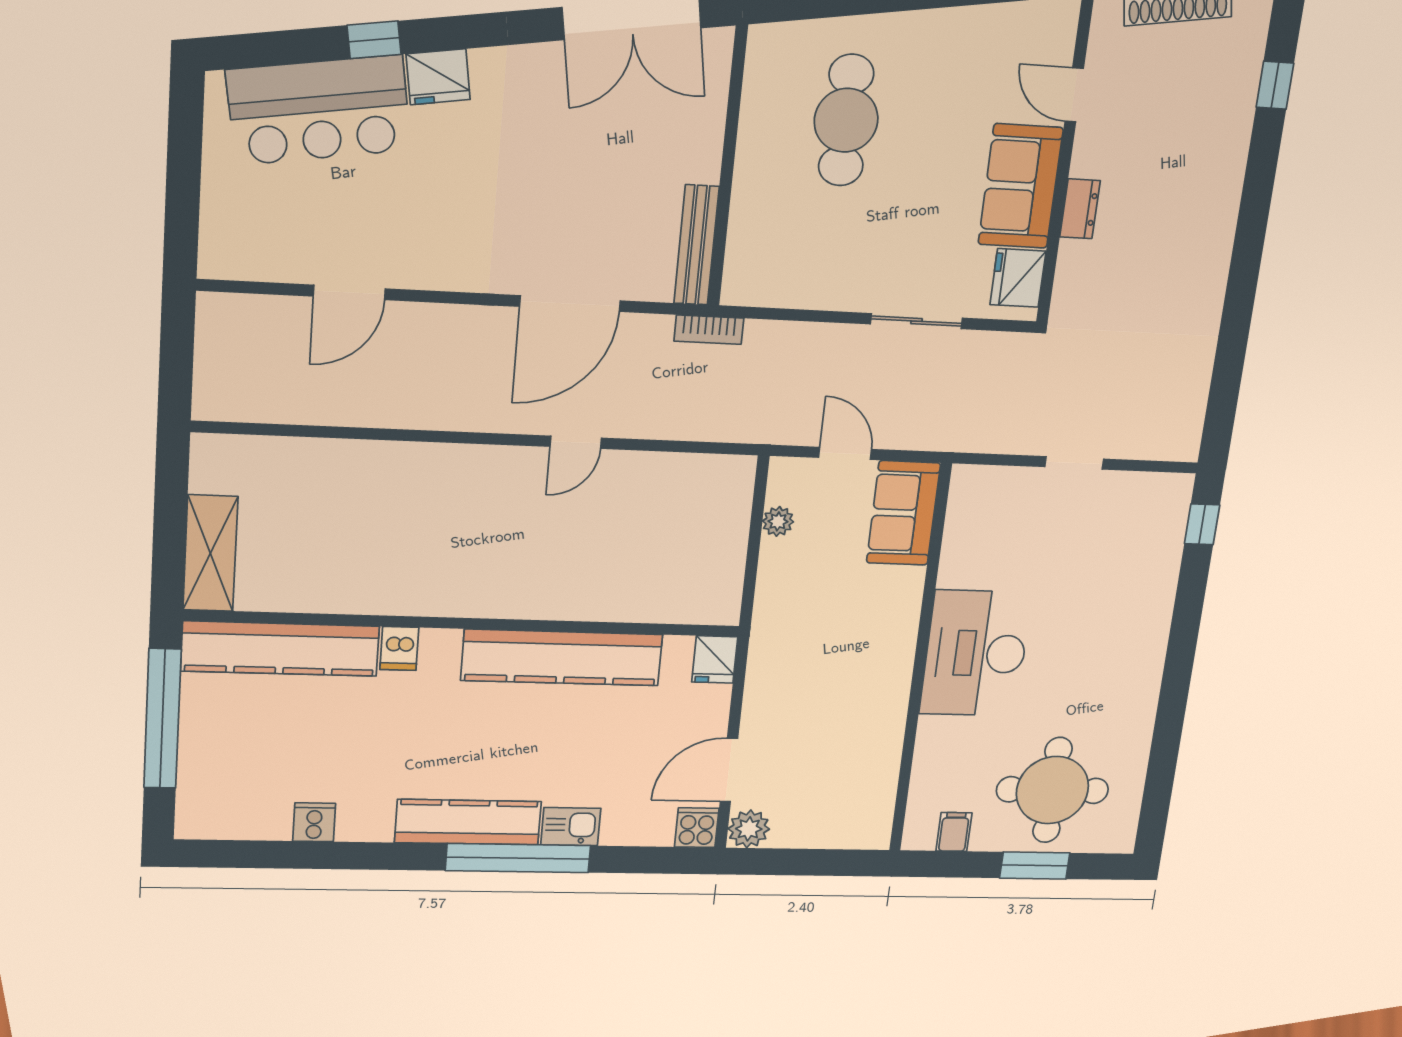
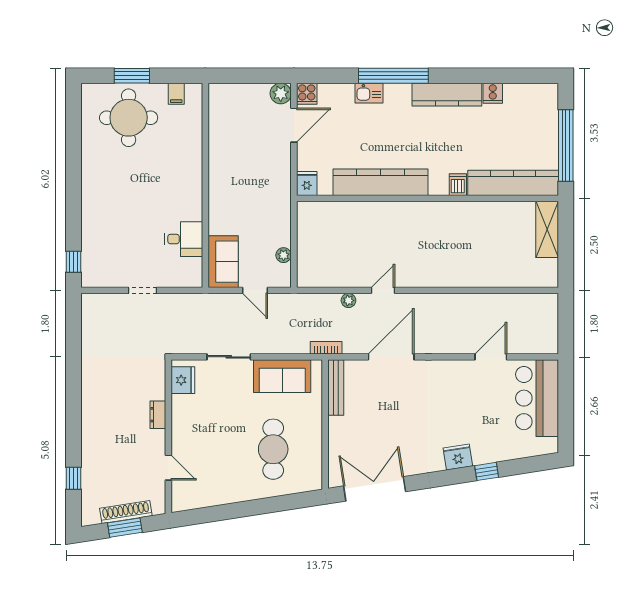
bar counter: (319, 110) -> (537, 398), moved, turned -81
sofa: (1021, 186) -> (282, 376), moved, turned 90
plant: (651, 425) -> (348, 300), added
desk: (976, 653) -> (184, 239), moved, width x0.53, depth x0.77
kitchen counter: (468, 822) -> (447, 95), moved

